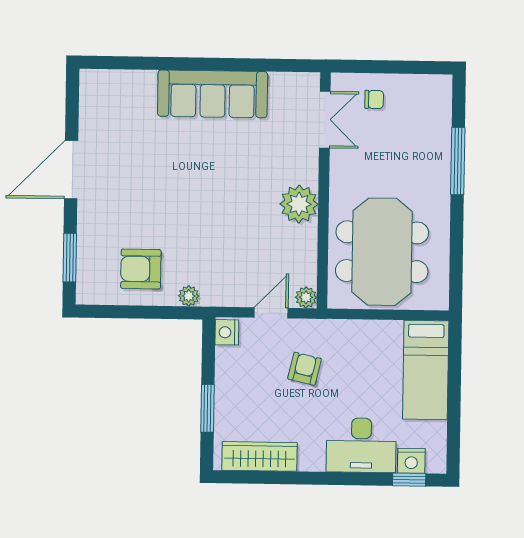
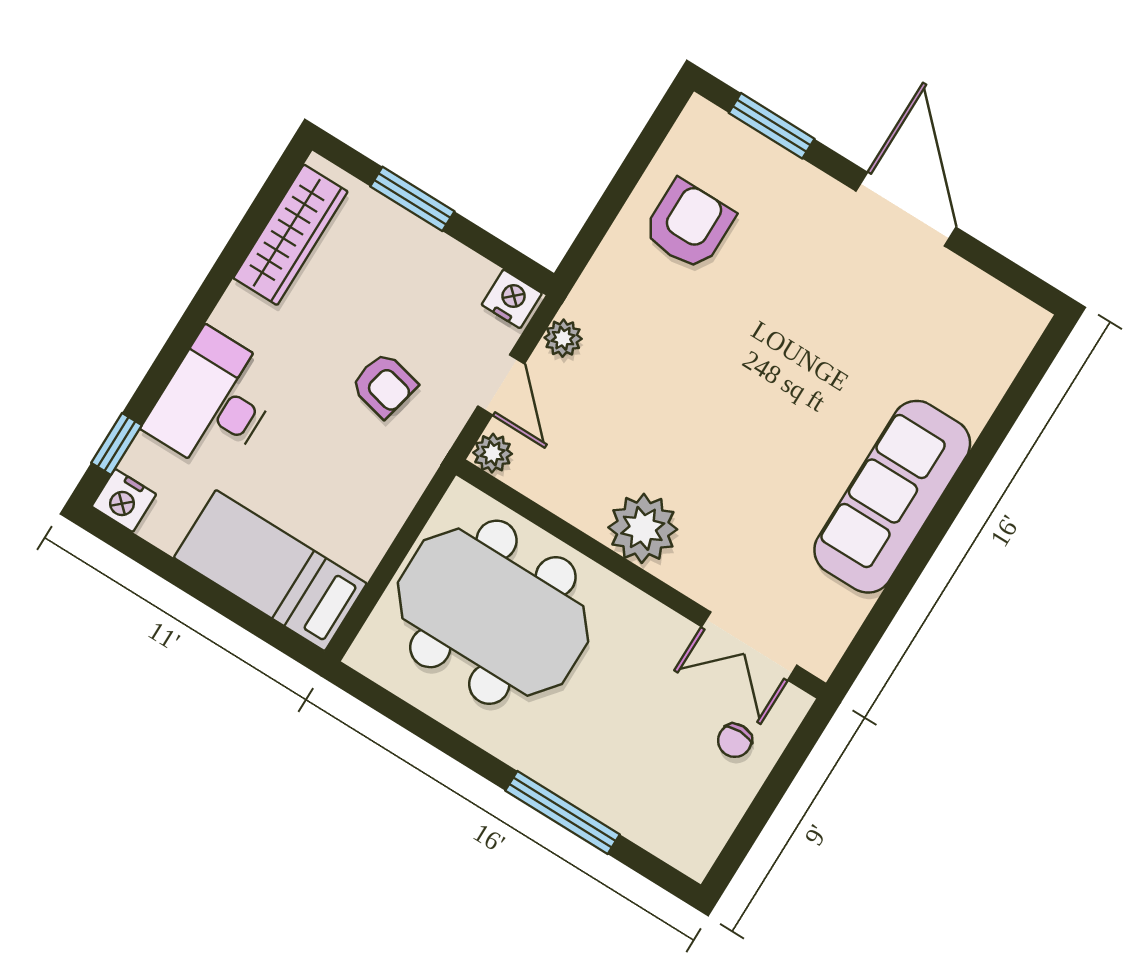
plant: (189, 296) -> (563, 338), moved
nightstand: (411, 461) -> (124, 500), moved, turned -90

